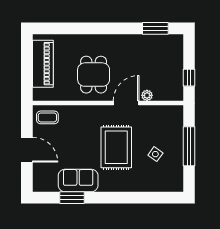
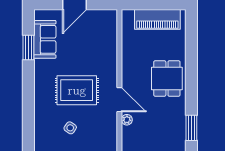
dining table: (94, 75) -> (167, 78), moved, turned 90
coffee table: (47, 117) -> (106, 24), removed
sofa: (78, 180) -> (45, 39), moved

